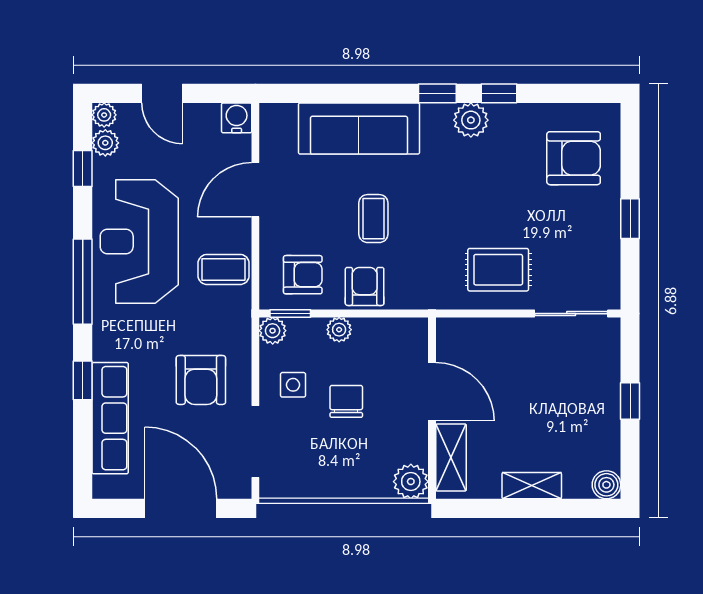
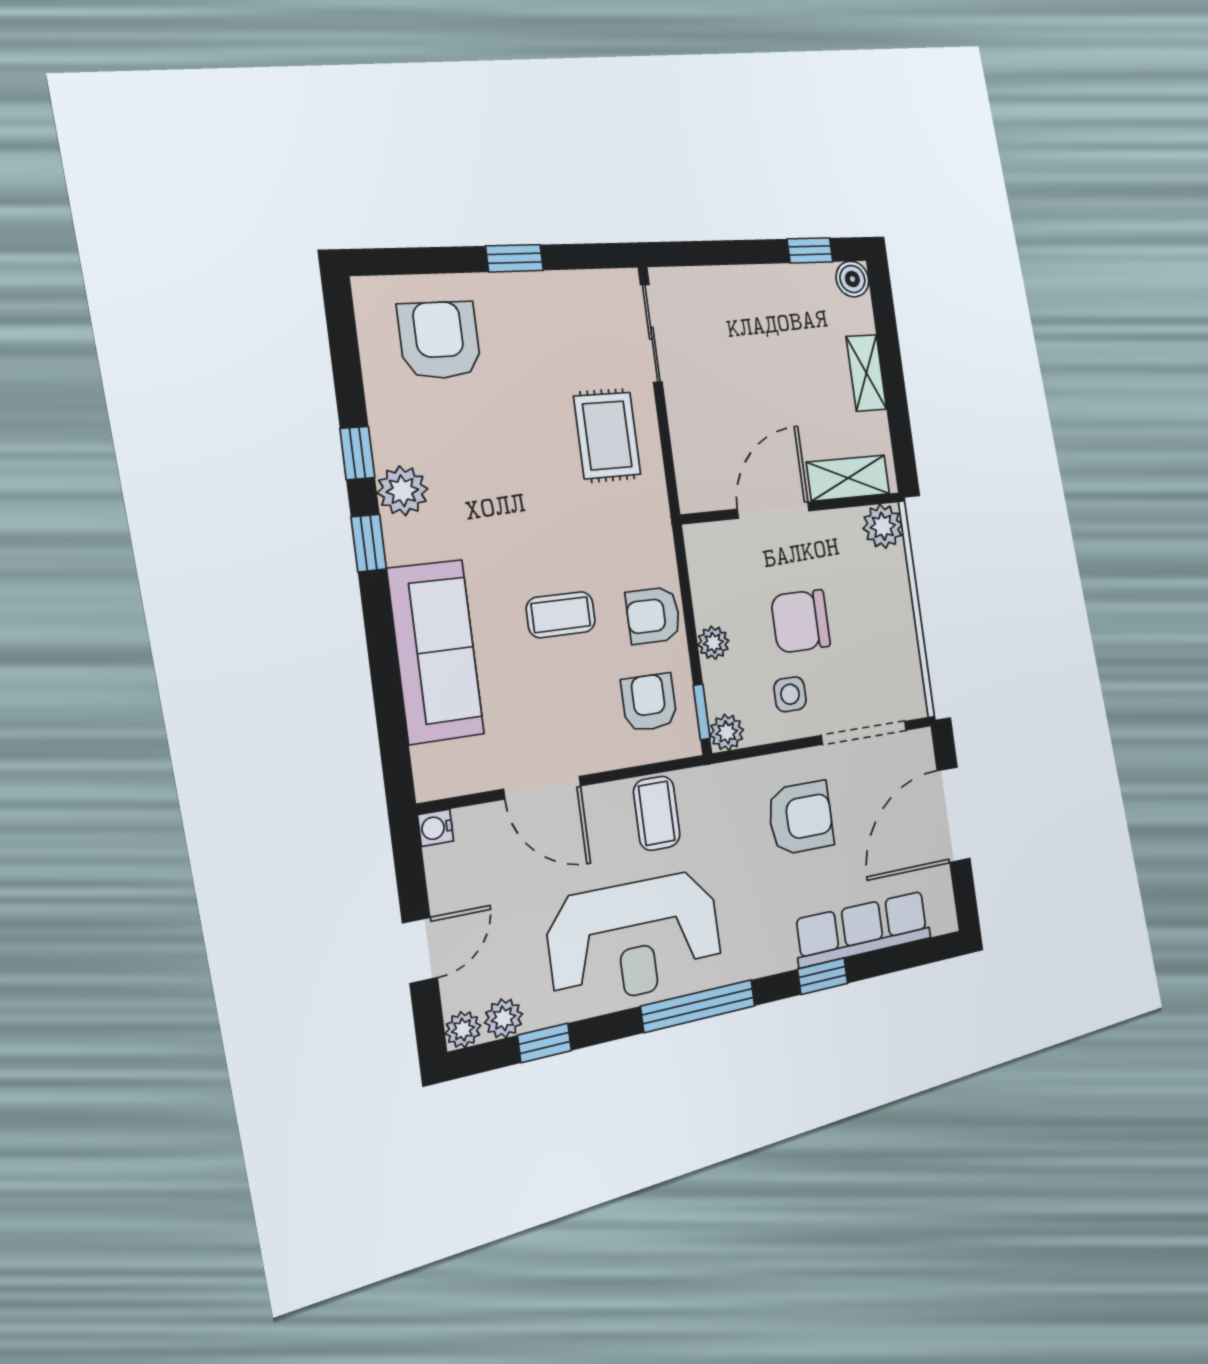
water cooler: (237, 118) -> (436, 828), width x0.72, depth x0.72
chair: (346, 401) -> (801, 621), width x1.37, depth x1.37
window: (630, 401) -> (810, 250), moved

